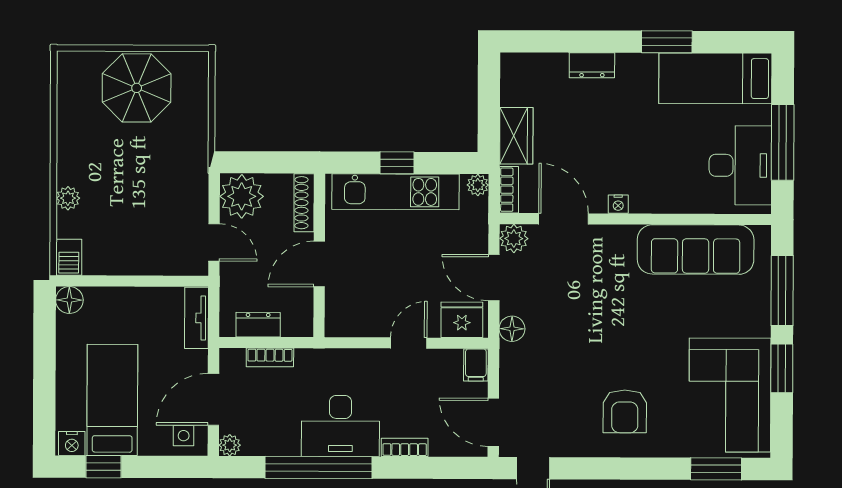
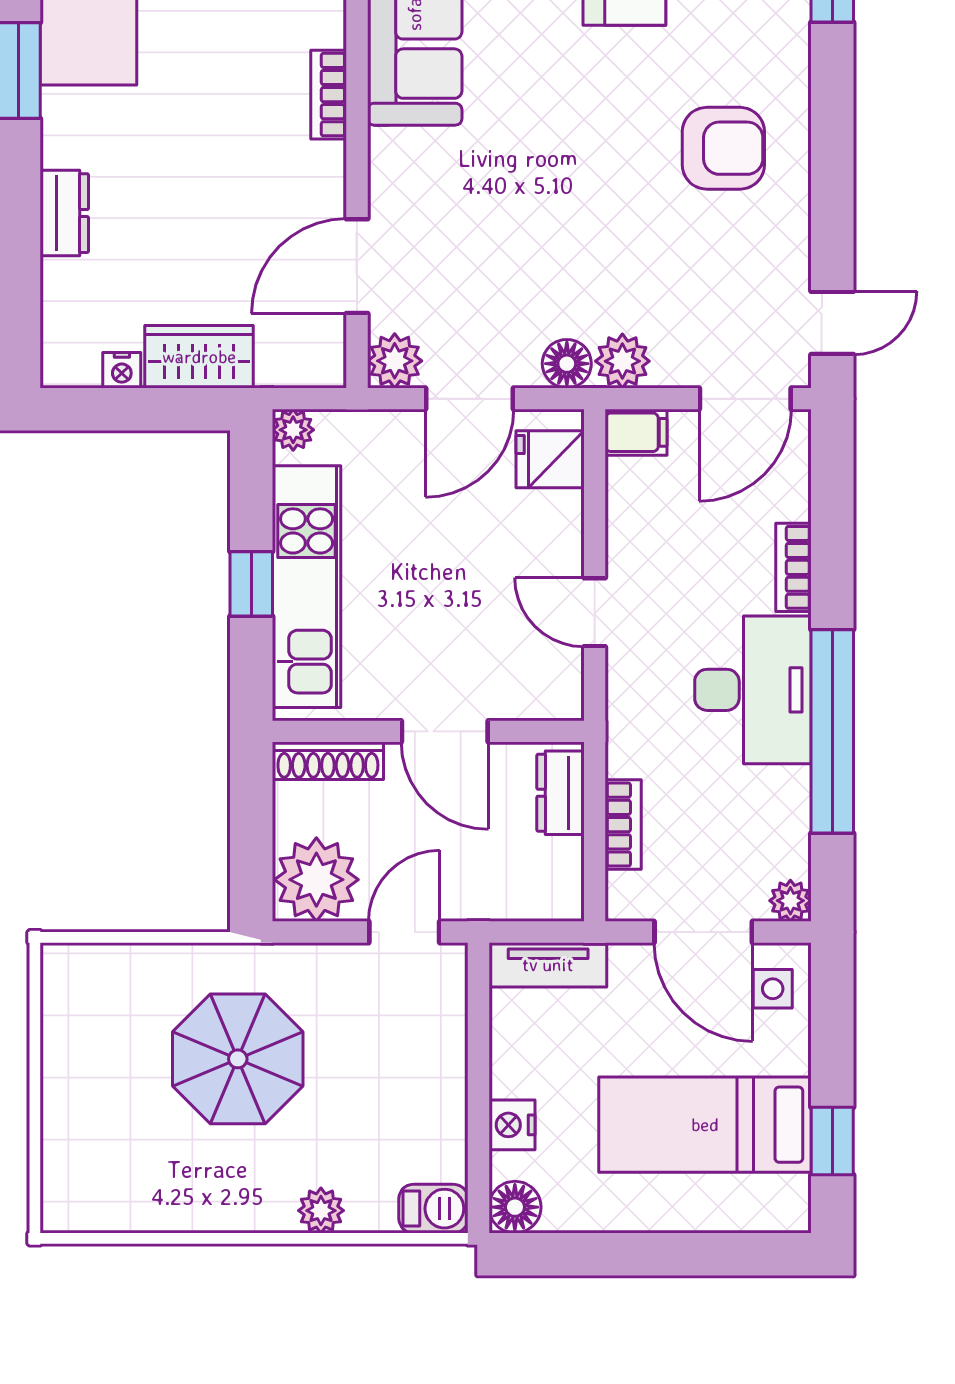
parasol: (137, 88) -> (238, 1059), moved
bookcase: (509, 190) -> (329, 95), moved, turned -90
nightstand: (618, 204) -> (122, 370), moved, turned 90
fridge: (462, 320) -> (550, 459), width x0.72
dresser: (258, 325) -> (561, 793), moved
door: (409, 343) -> (595, 612), moved
plant: (513, 358) -> (622, 361), added
nightstand: (72, 443) -> (512, 1125), moved, turned 180

